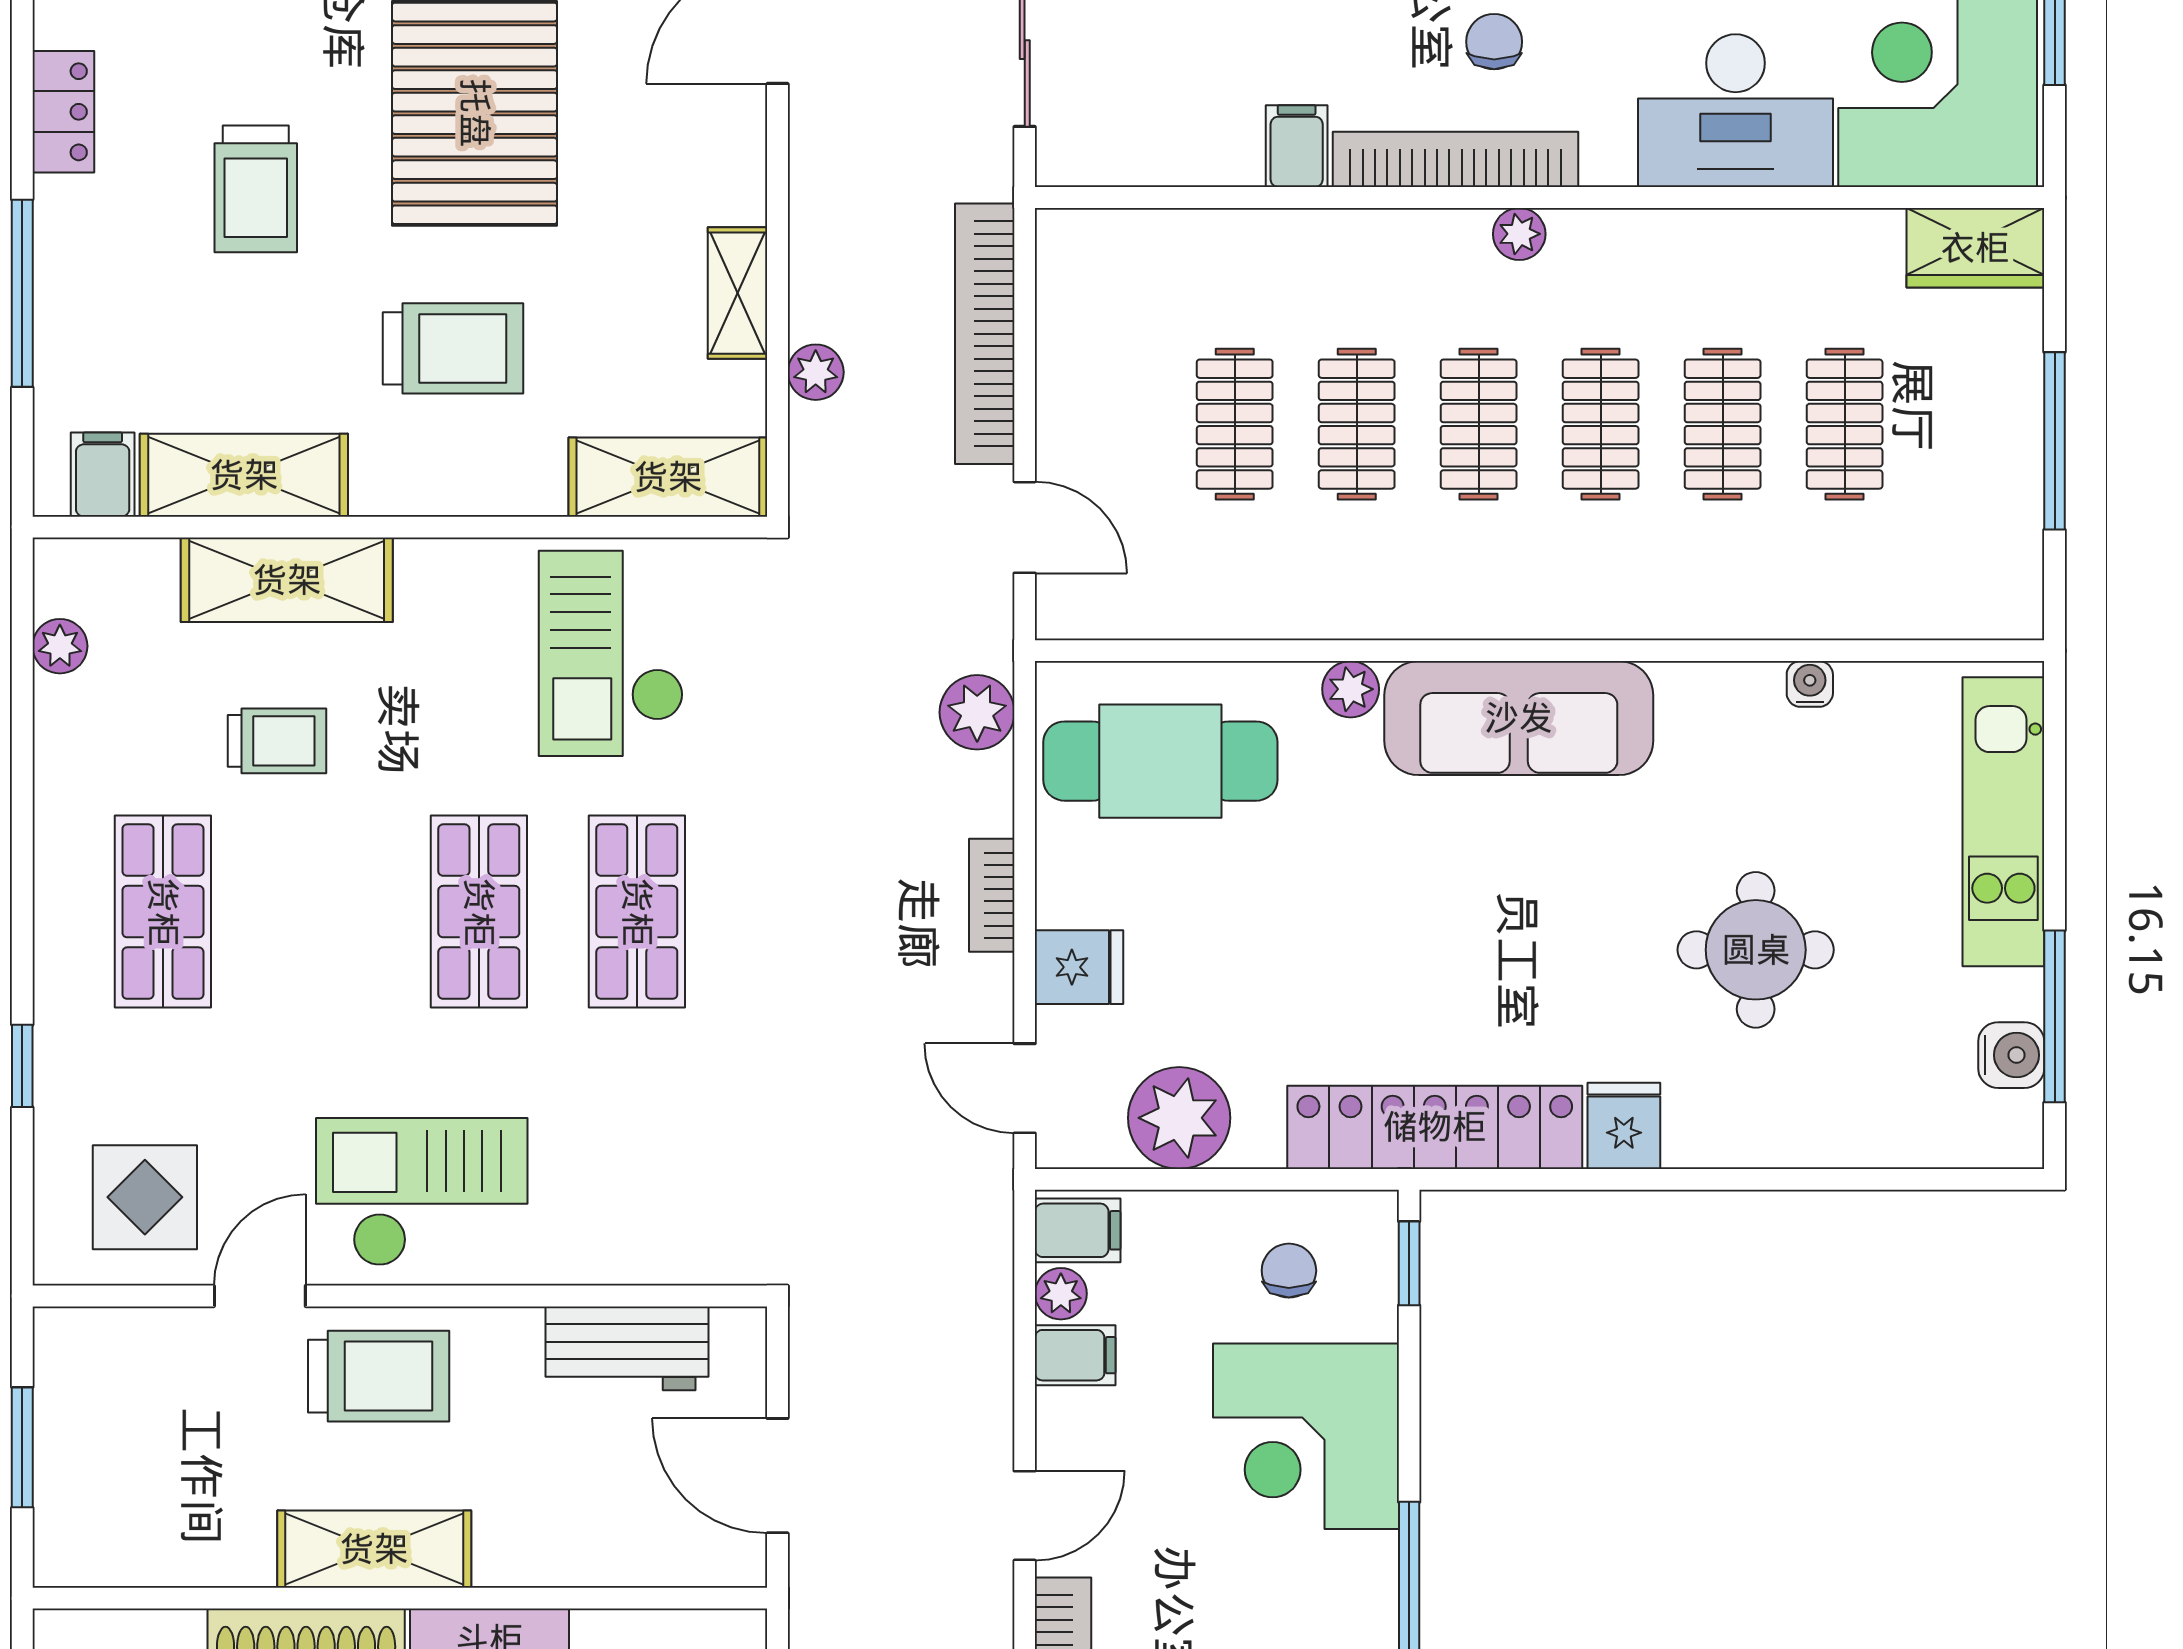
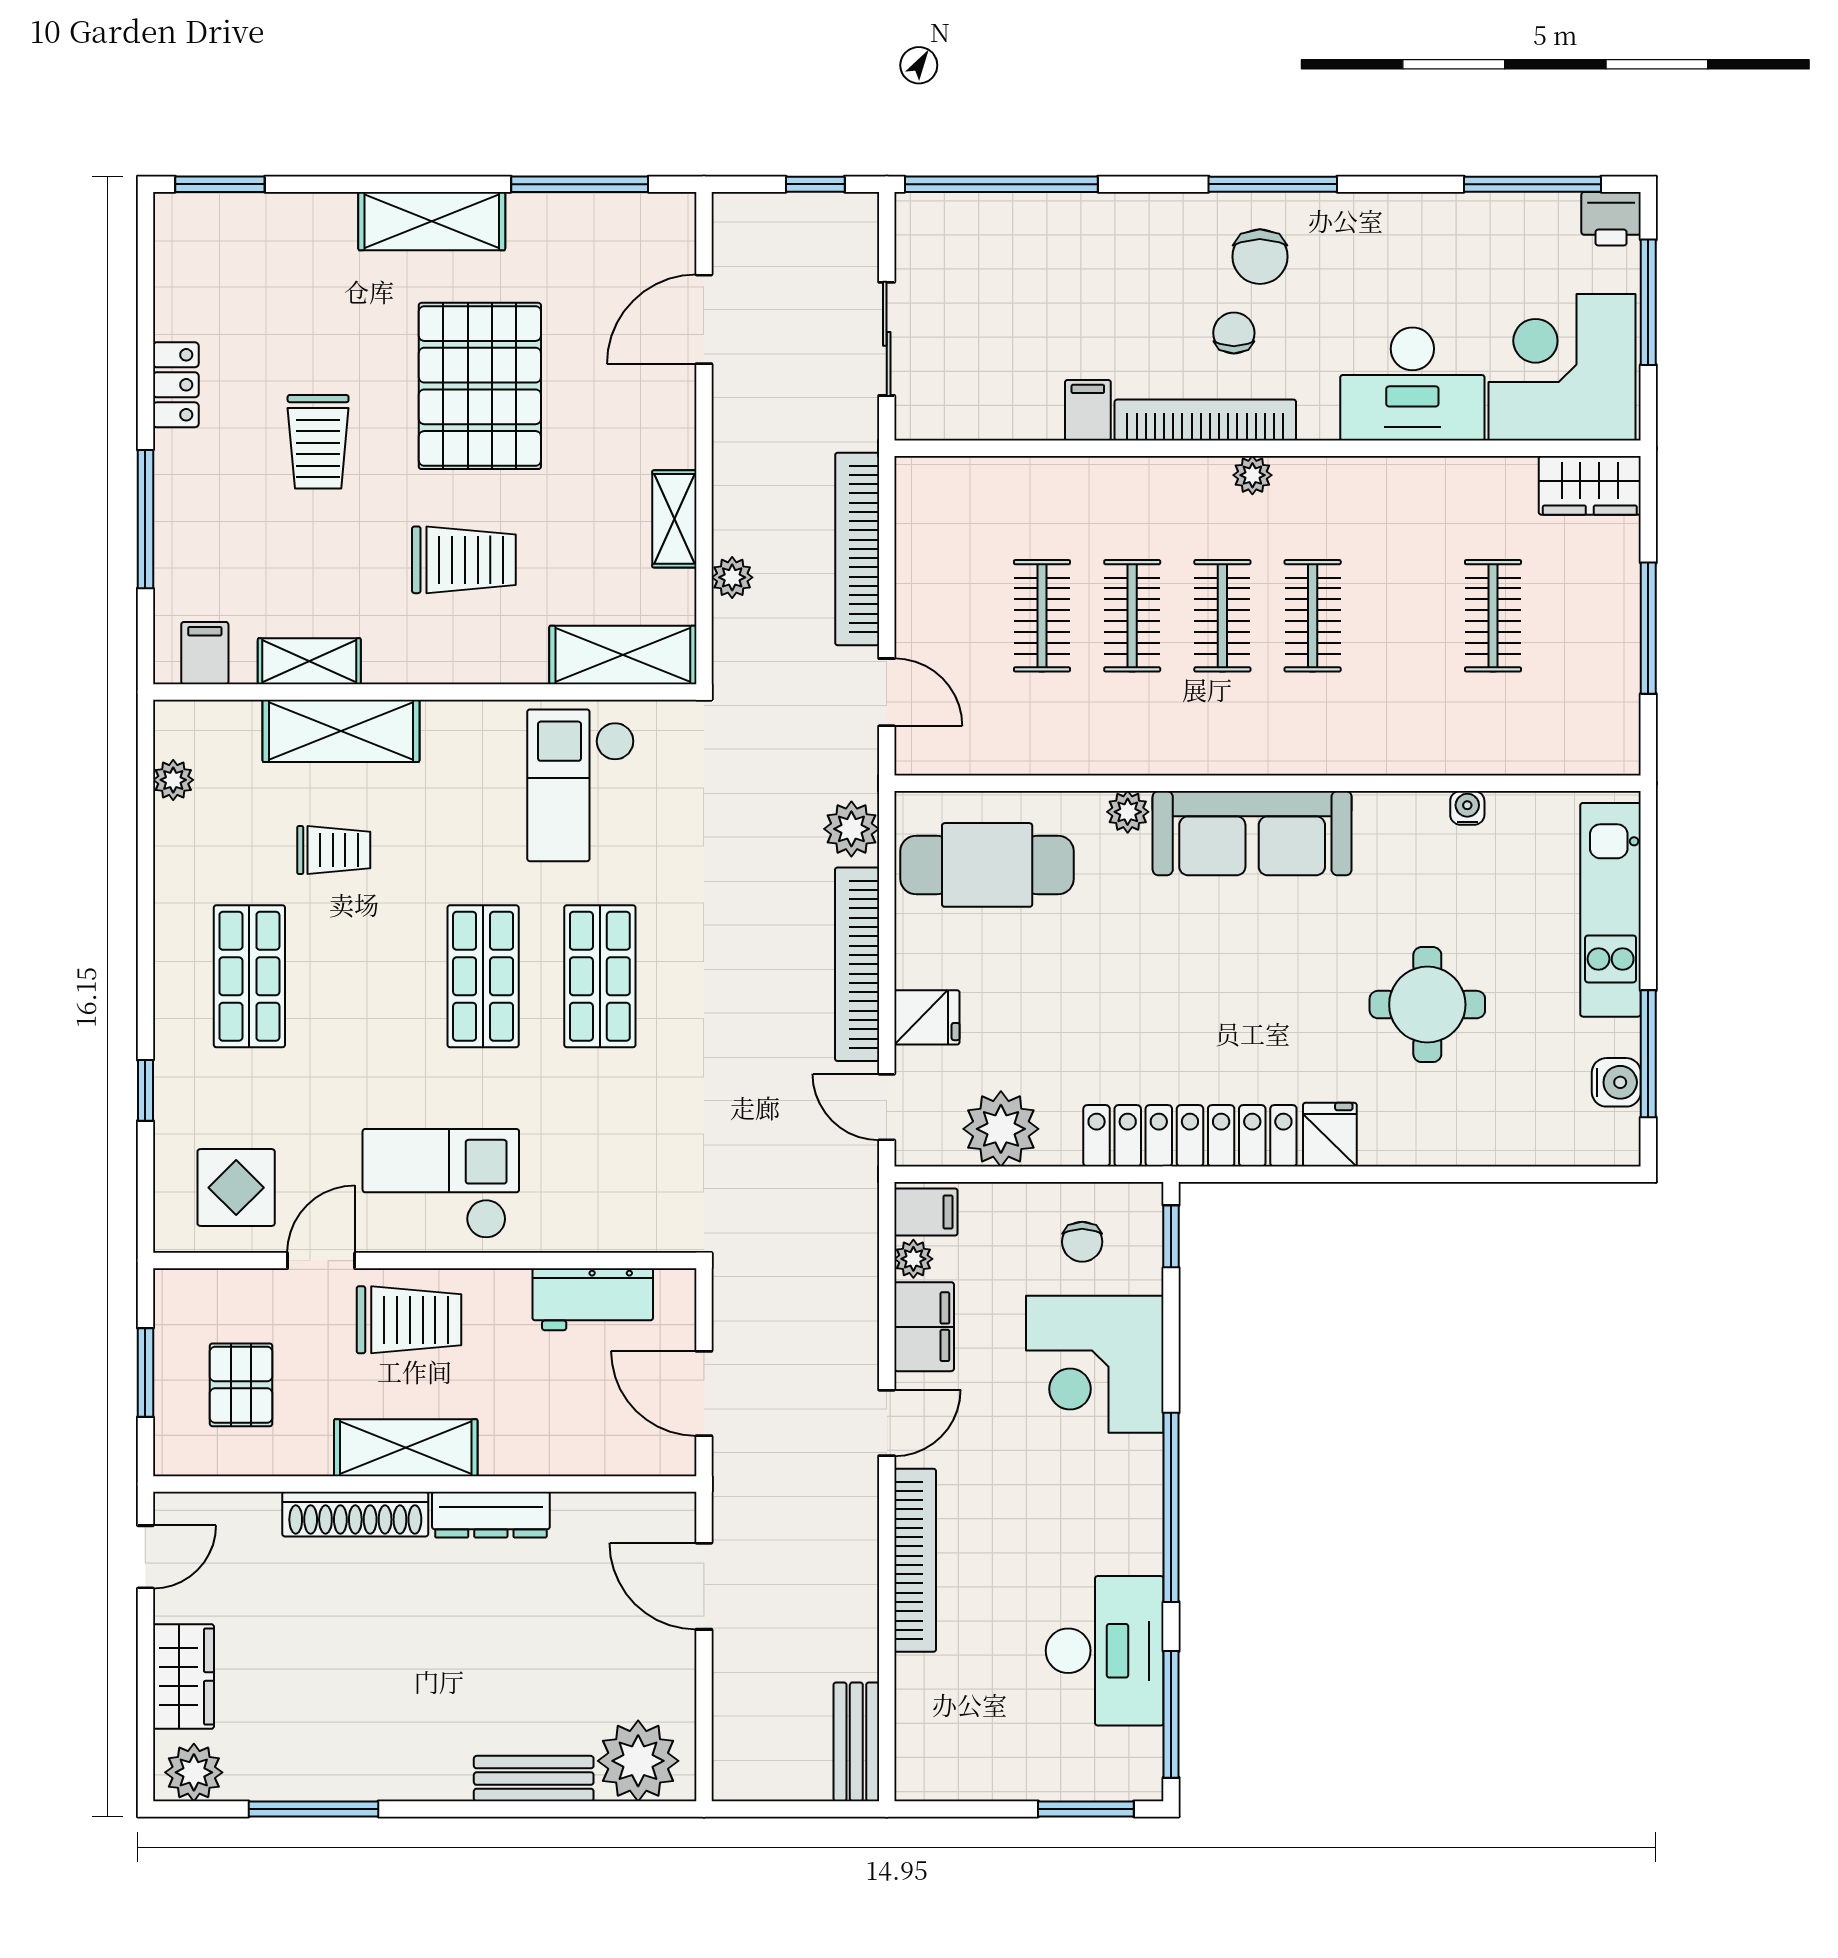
clothes rail: (1723, 424) -> (1403, 616), removed
shelving: (244, 475) -> (309, 661), width x0.67, depth x0.75
bookcase: (992, 895) -> (857, 964), width x2.31, depth x1.31
chair: (1289, 1271) -> (1082, 1242), turned 180
filing cabinet: (1075, 1355) -> (924, 1327), width x2.00
pallet: (152, 1464) -> (241, 1385), added

